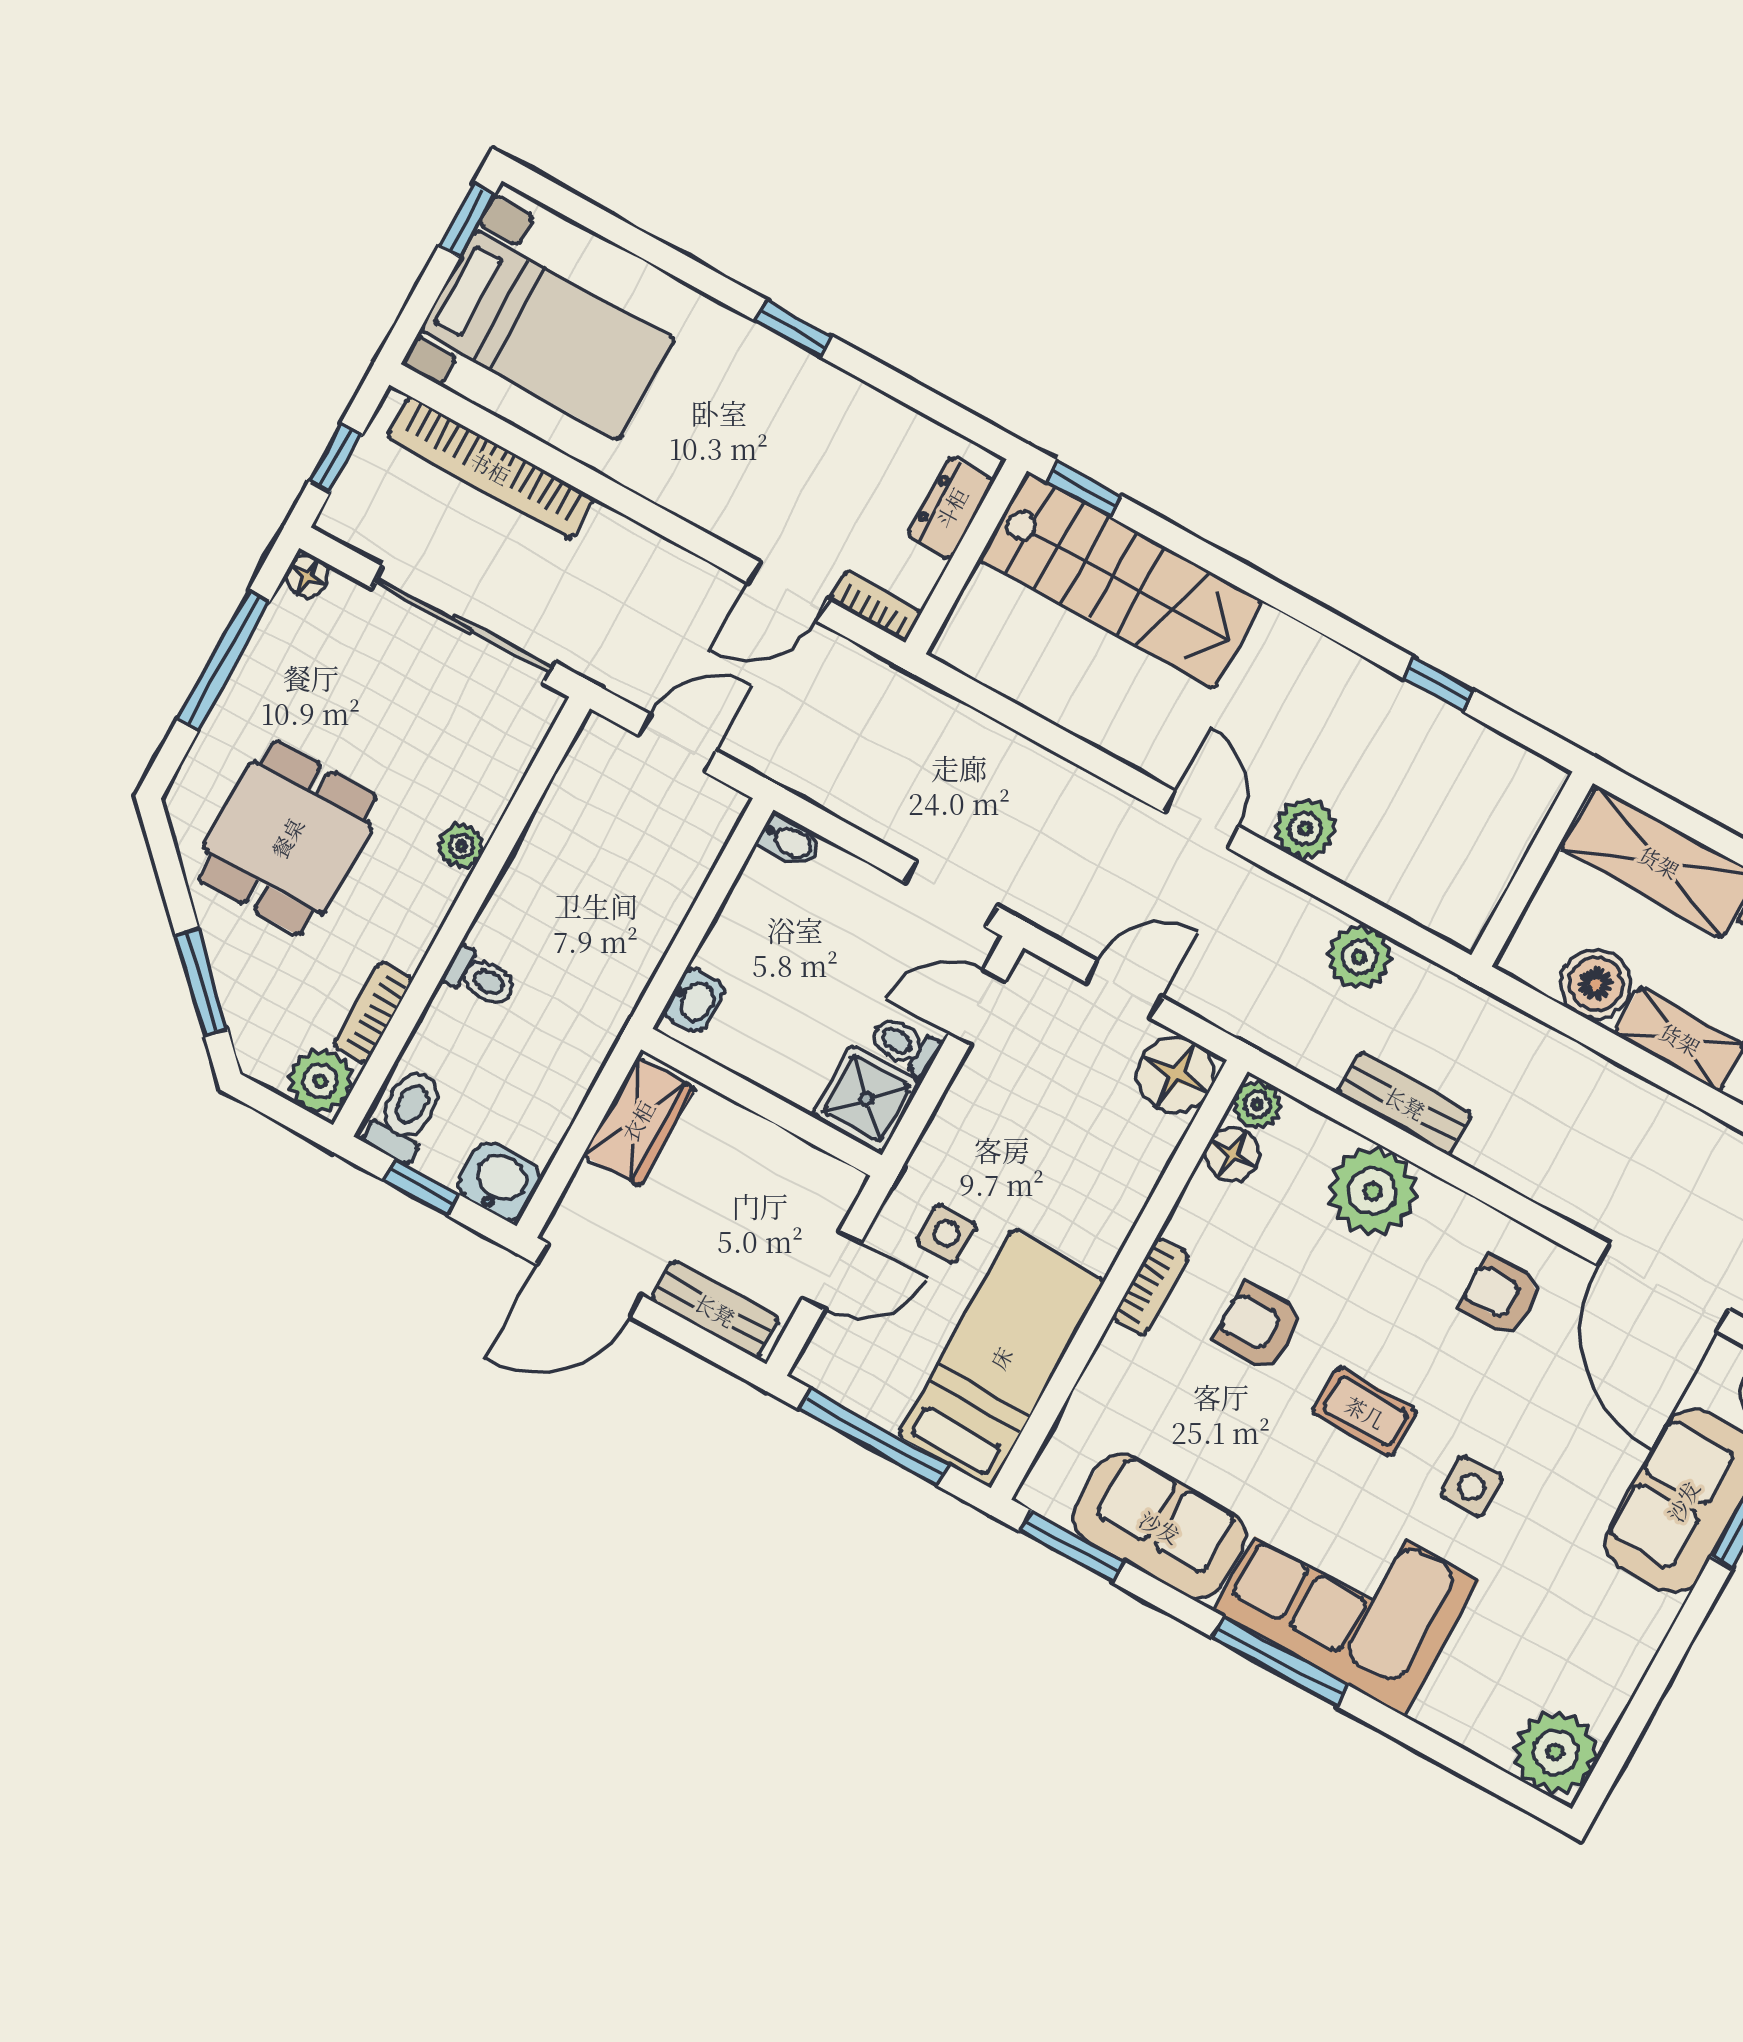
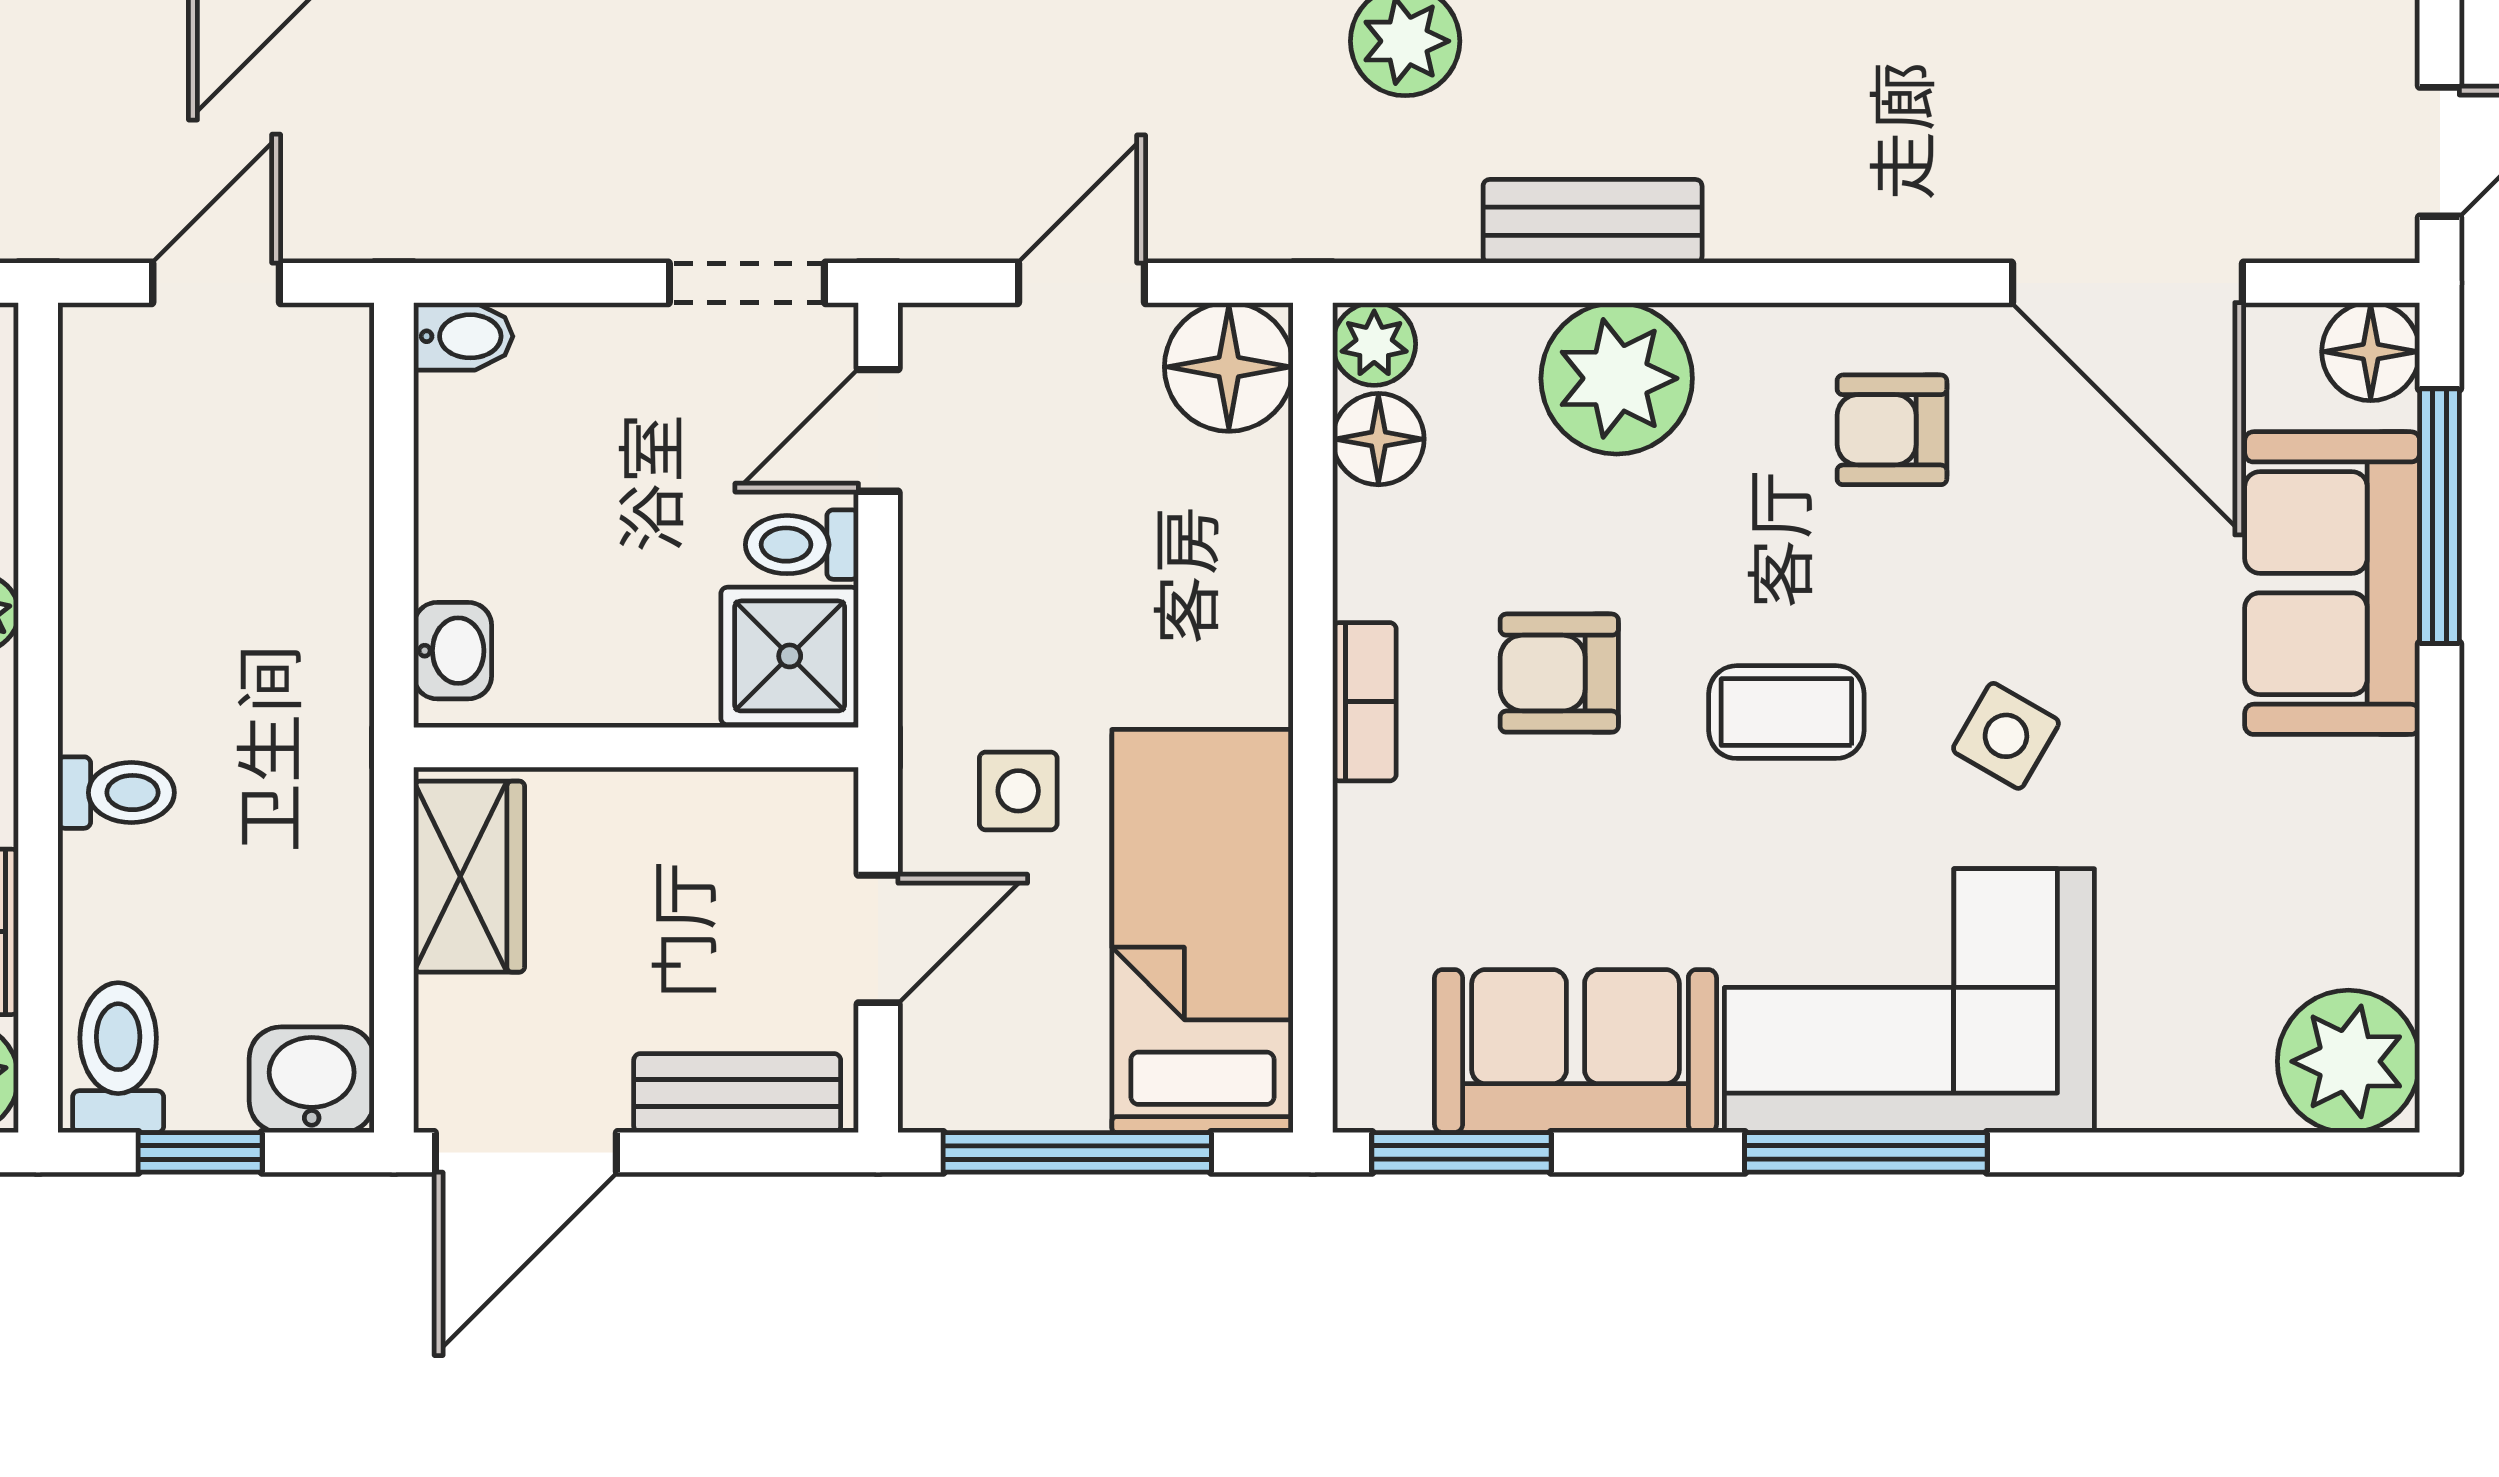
side table: (1472, 1487) -> (2006, 736), turned 30

